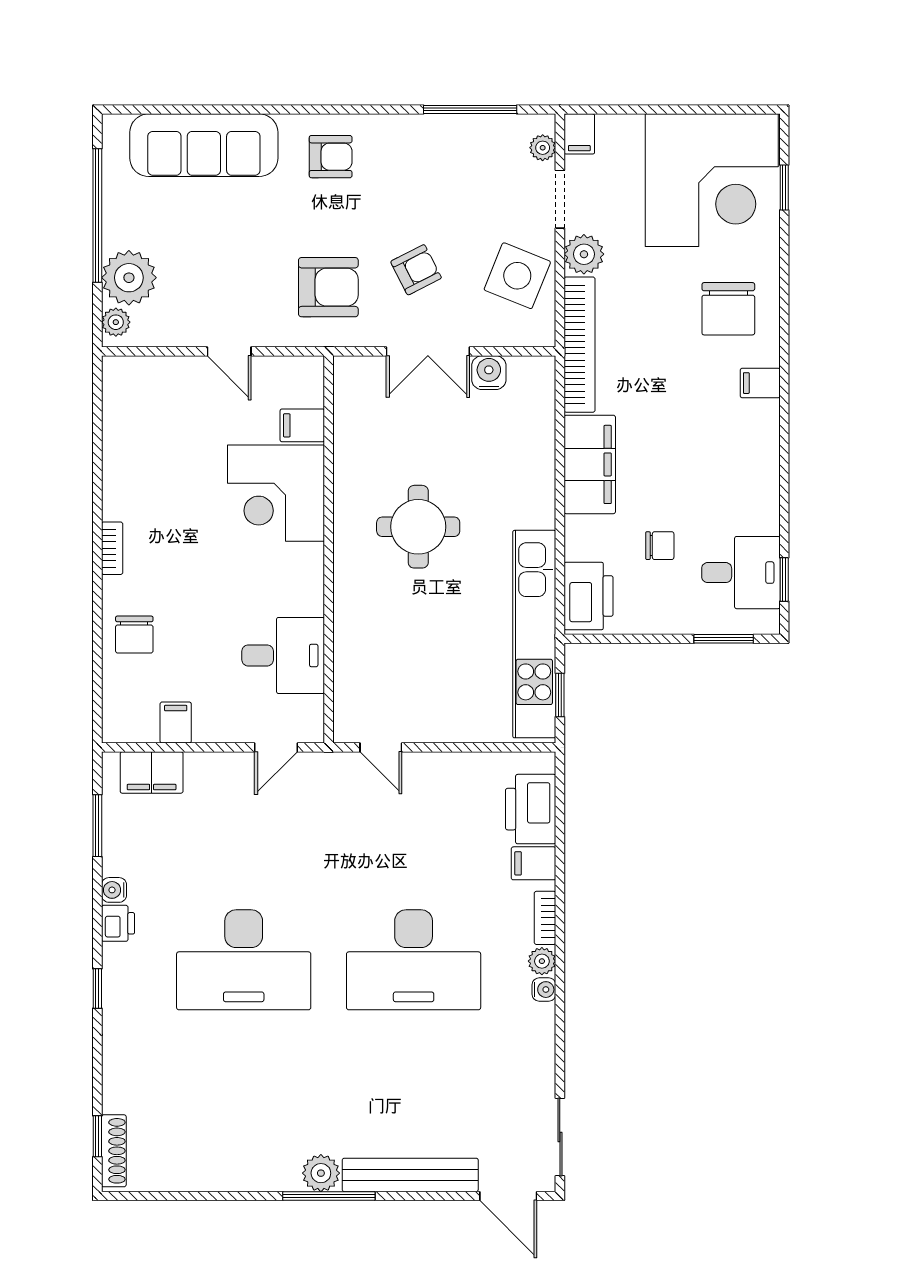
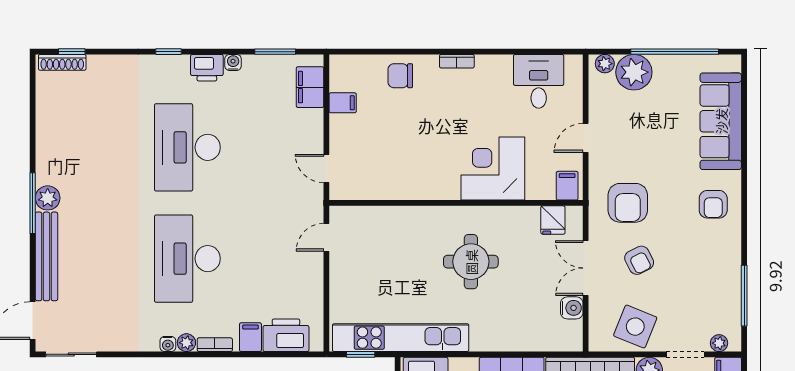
fridge: (355, 401) -> (553, 220), added
filing cabinet: (302, 425) -> (567, 186), moved
desk: (283, 655) -> (539, 81), moved, turned 180
printer: (118, 923) -> (207, 68), width x1.36, depth x1.24

